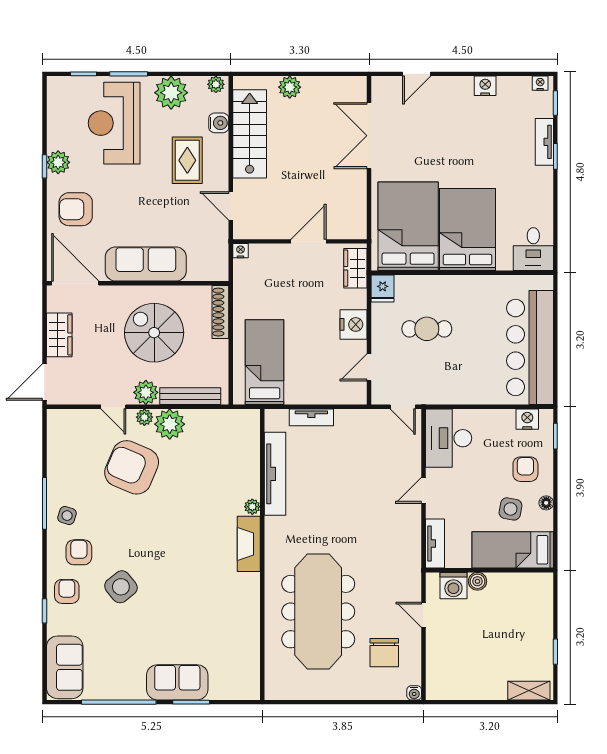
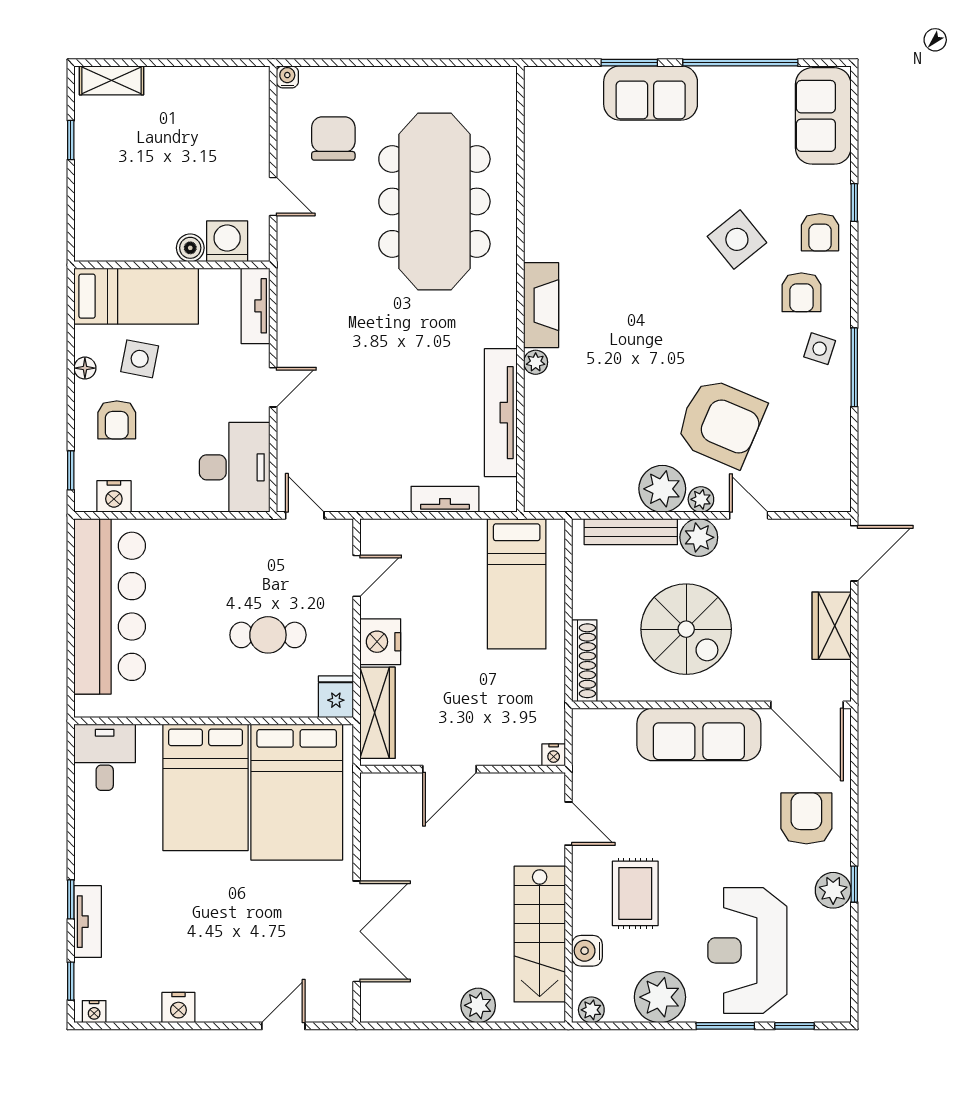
reception desk: (114, 123) -> (747, 950), turned 180
armchair: (76, 209) -> (806, 818), turned -90
wardrobe: (355, 268) -> (377, 713), width x1.50

